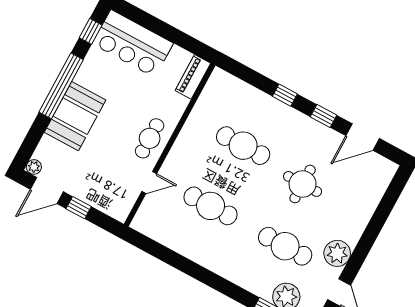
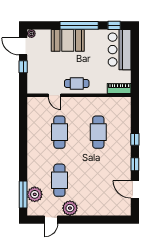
round table: (303, 184) -> (95, 172), removed

